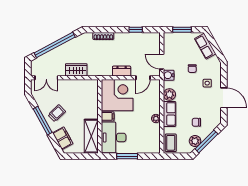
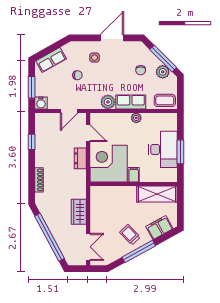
water cooler: (169, 75) -> (41, 103), moved
desk: (114, 137) -> (163, 149), moved, turned -90

